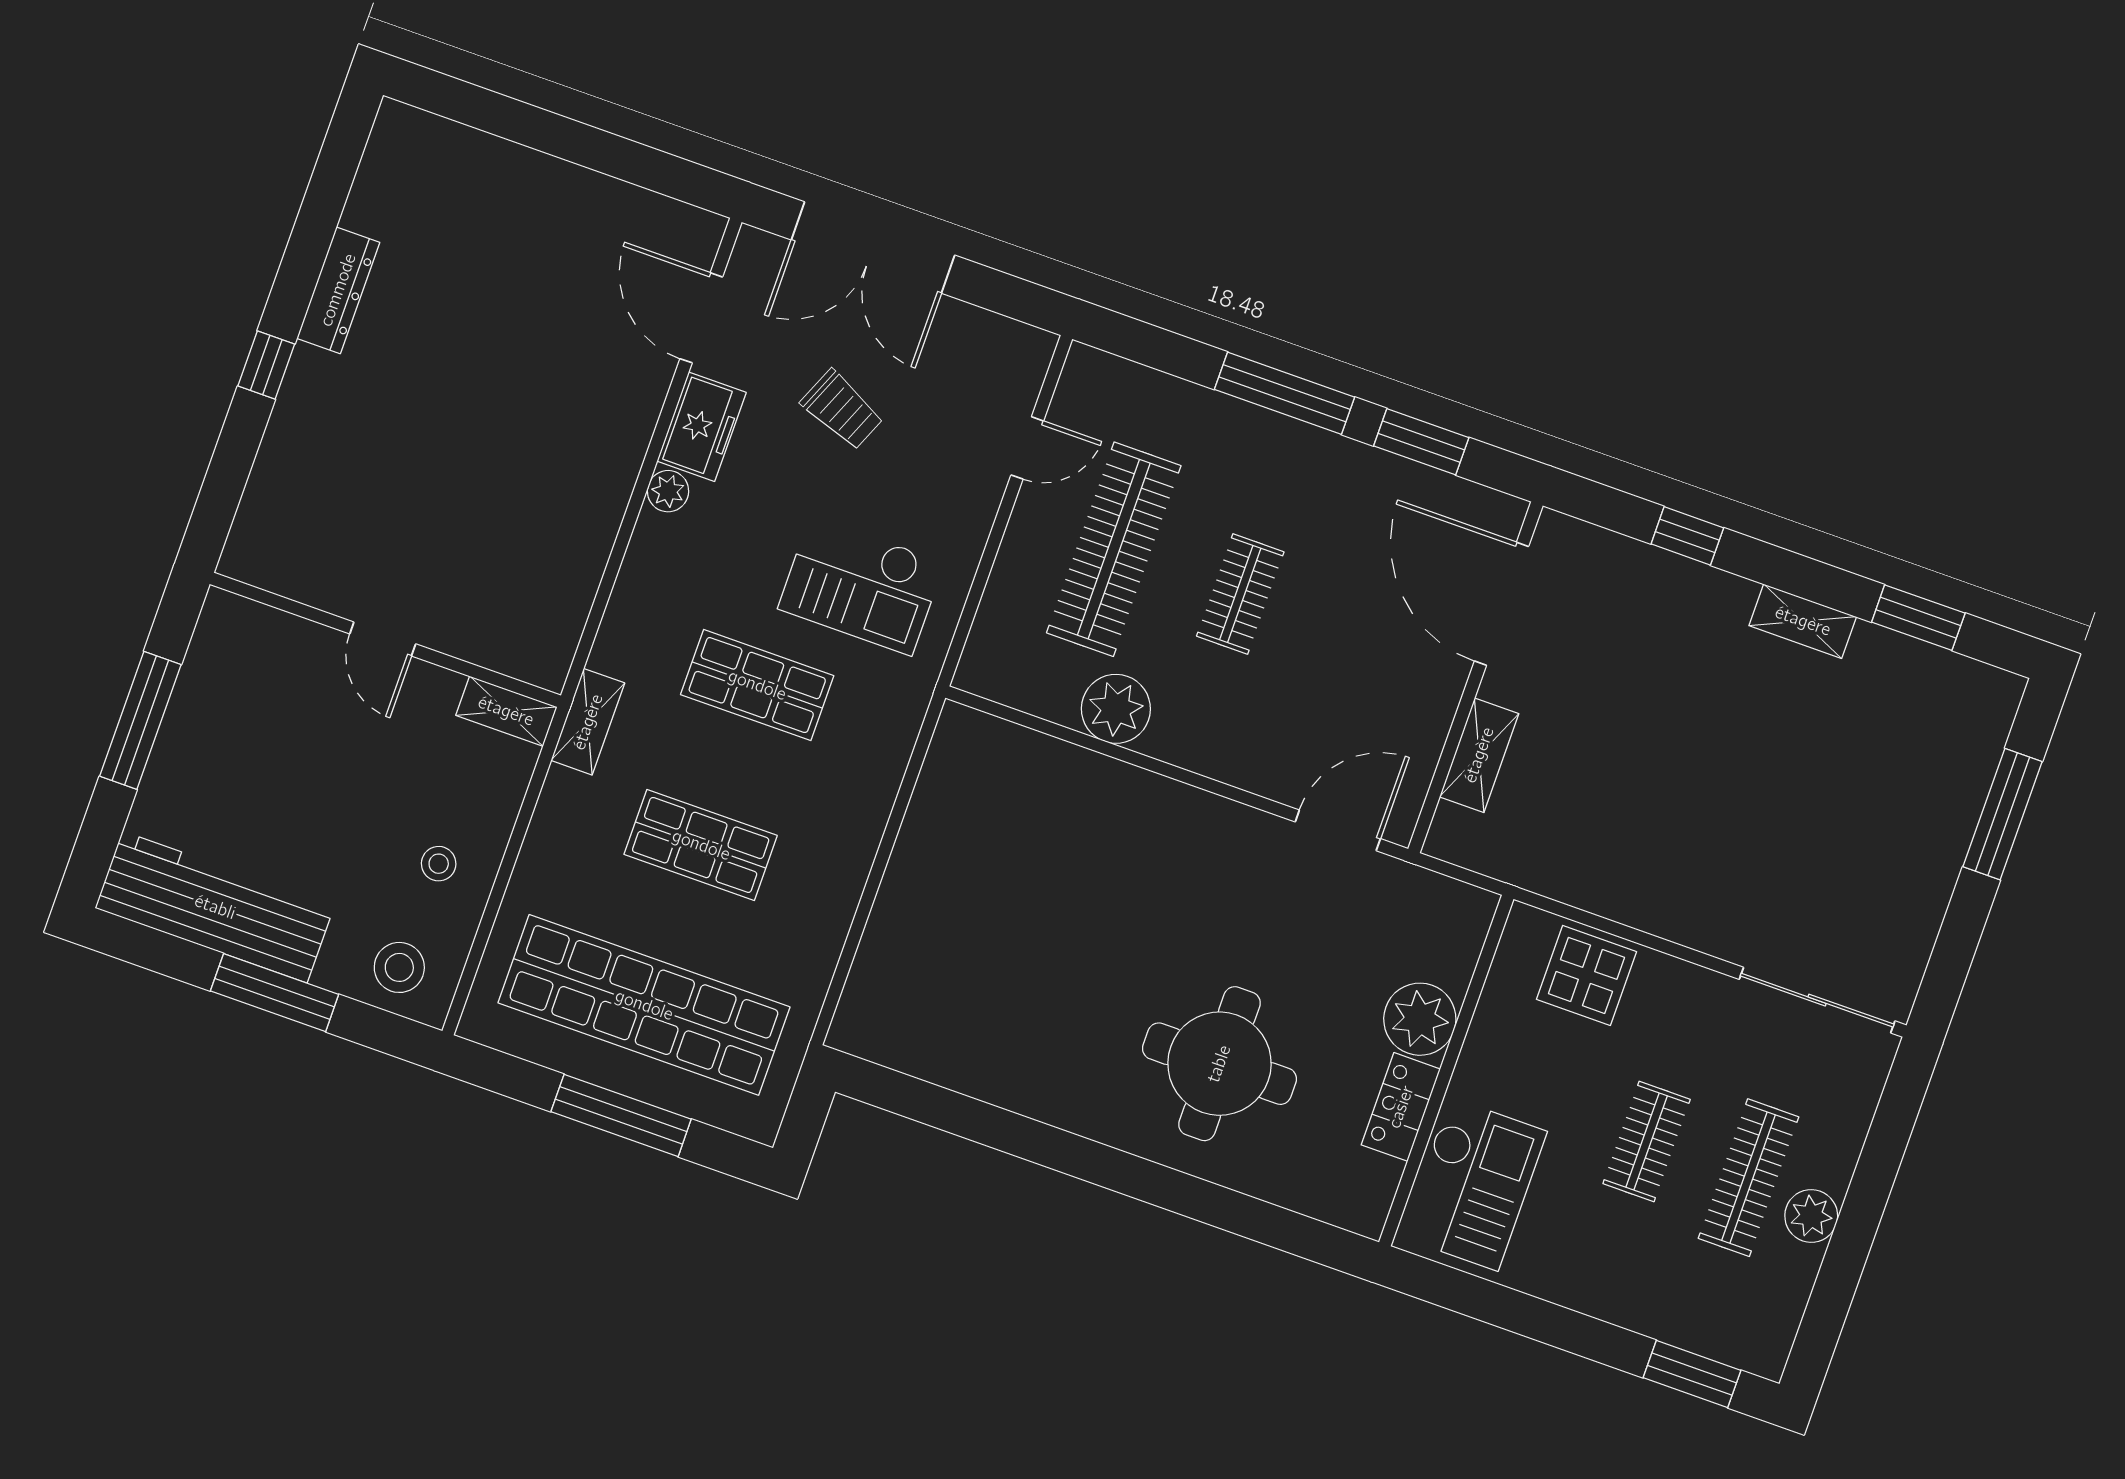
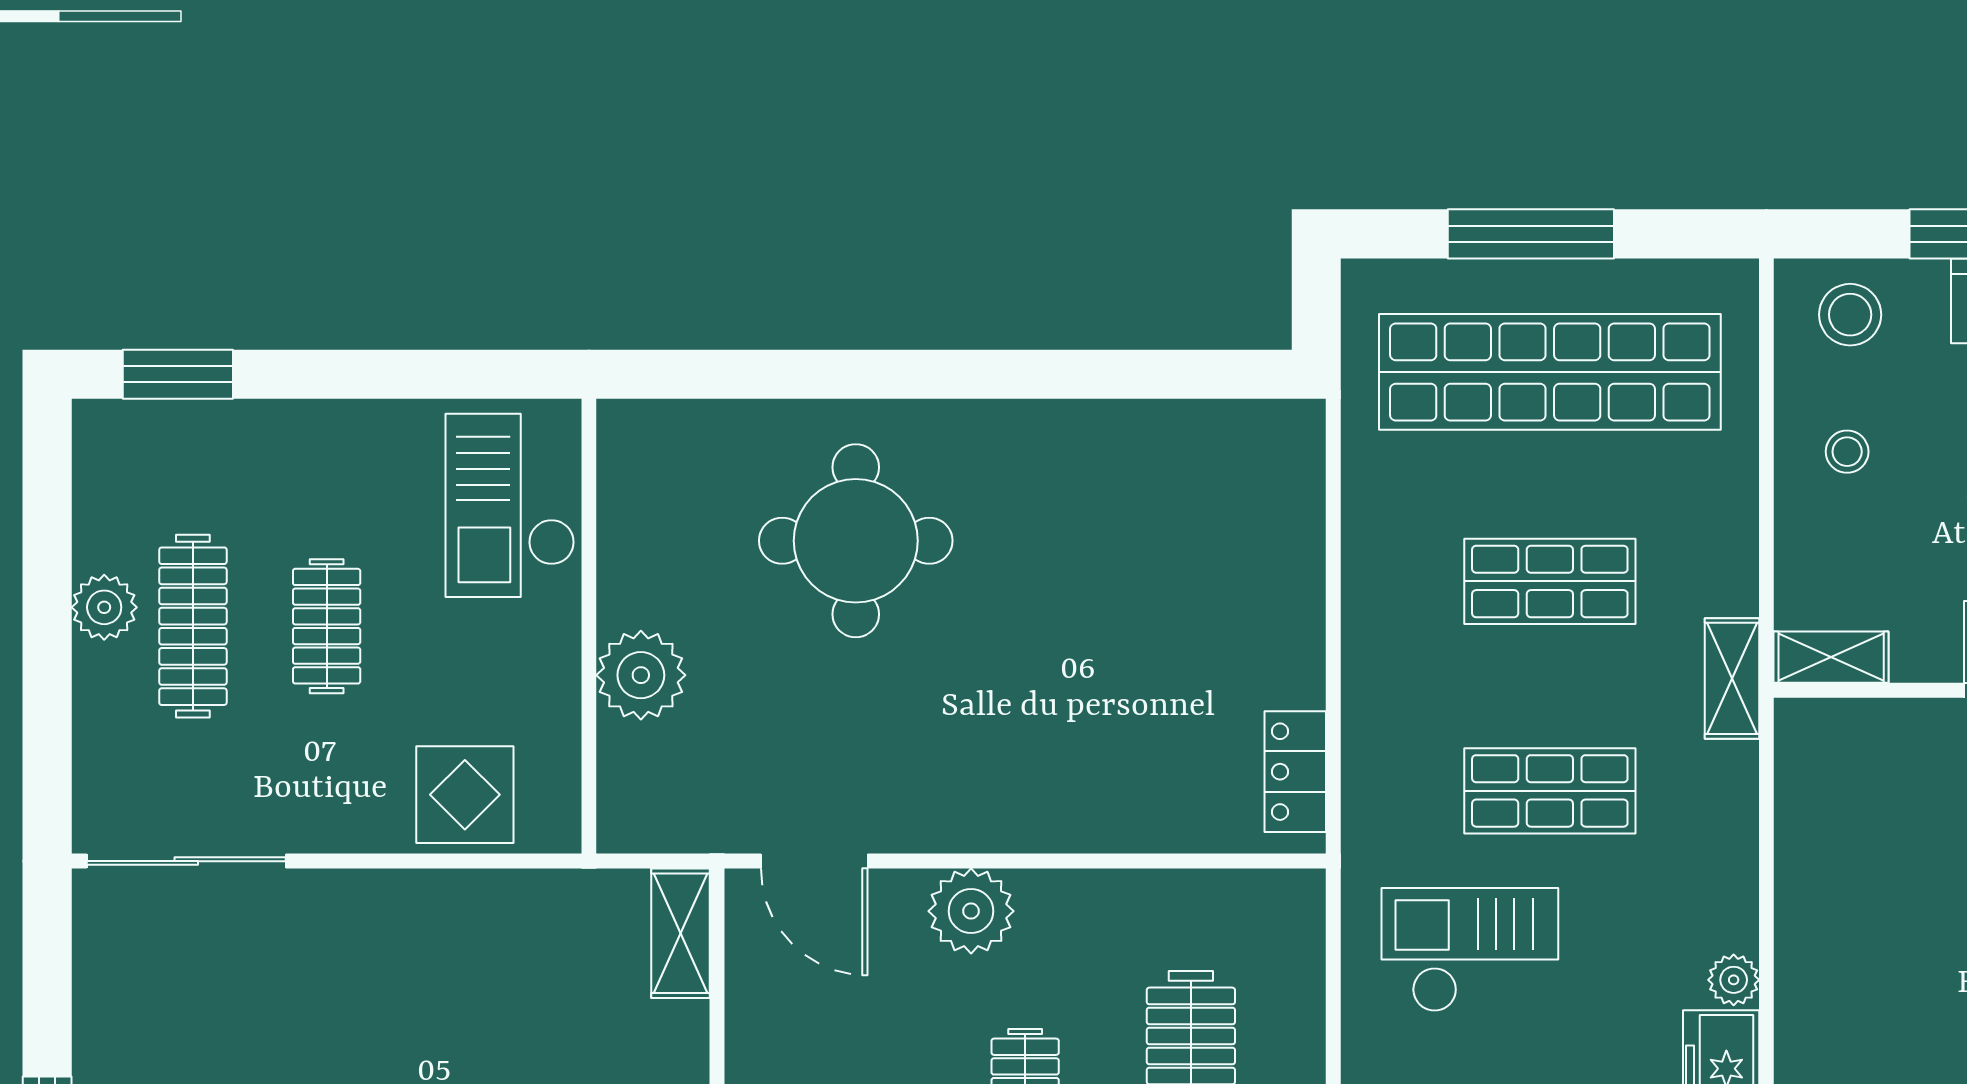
plant: (1116, 709) -> (971, 911), moved
shelving: (1479, 755) -> (681, 933), moved
door: (1338, 830) -> (814, 861), hinge flipped
locker: (1401, 1107) -> (1295, 772), moved, turned 180

